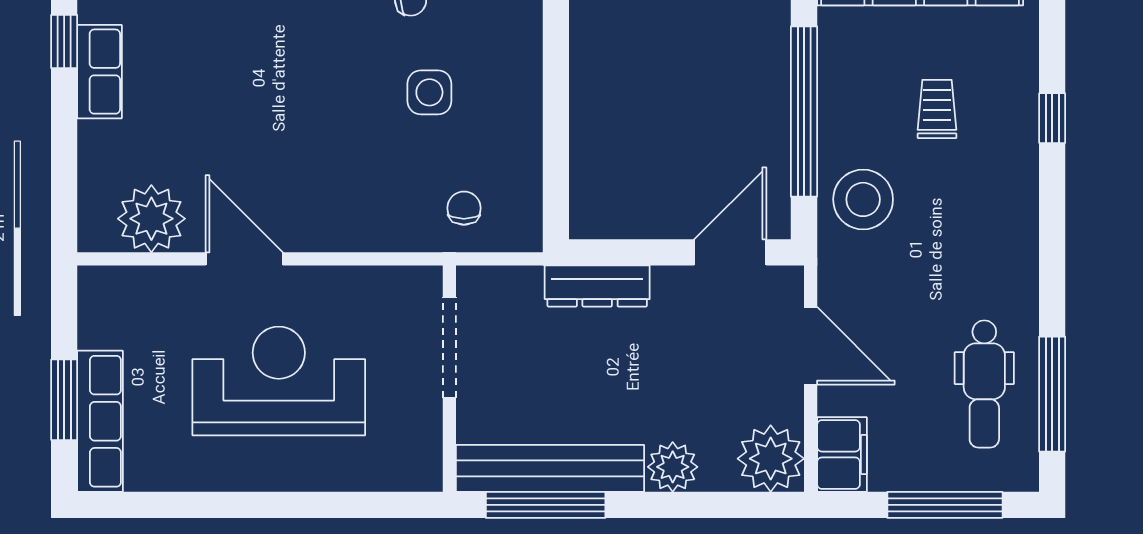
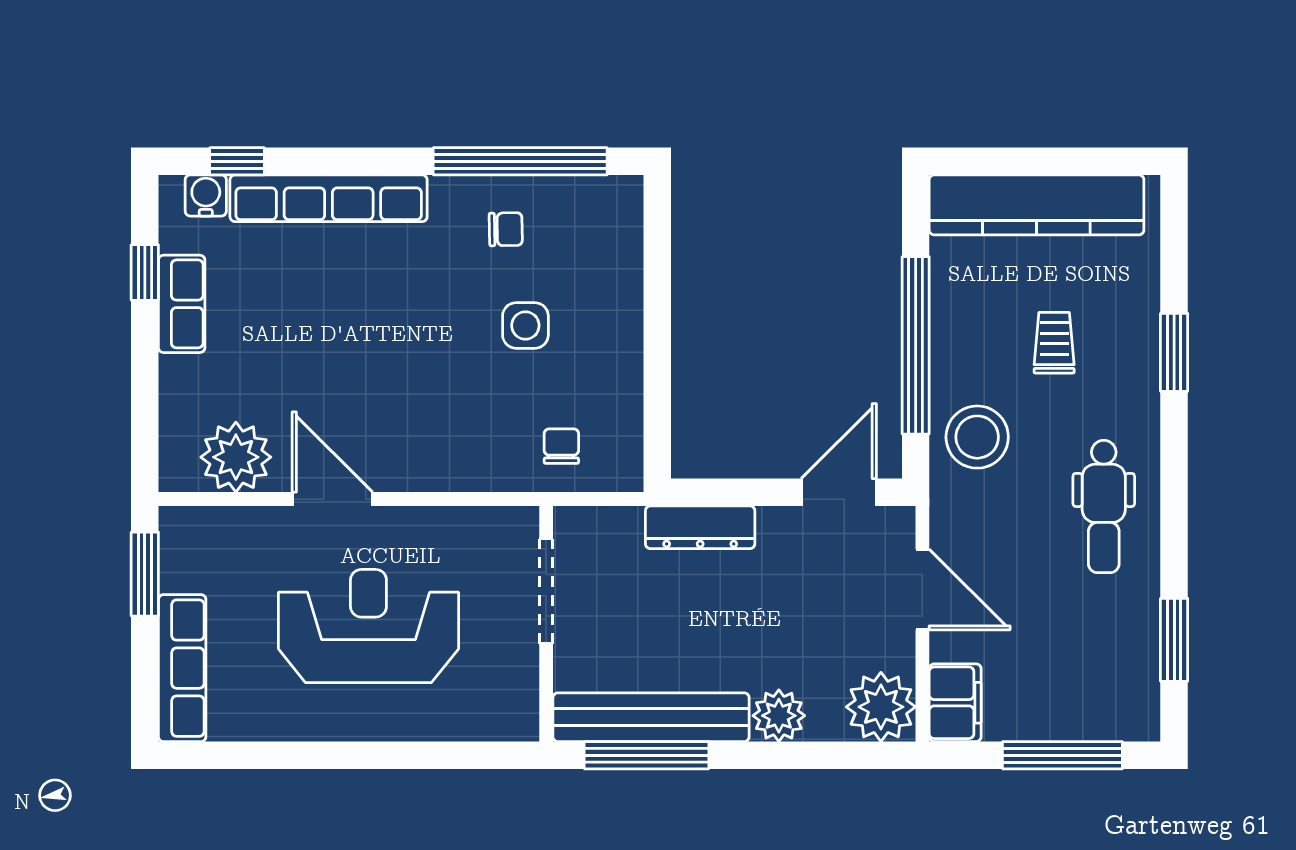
window: (1052, 118) -> (1174, 352), width x1.50
dental chair: (984, 384) -> (1104, 507), moved
window: (1052, 394) -> (1174, 640), width x0.69
window: (64, 400) -> (145, 574), moved

